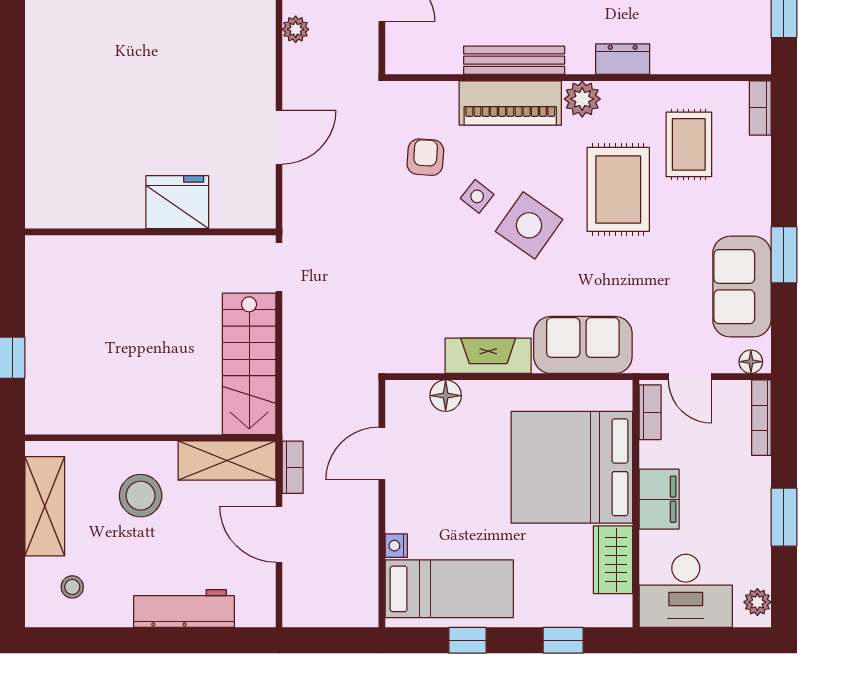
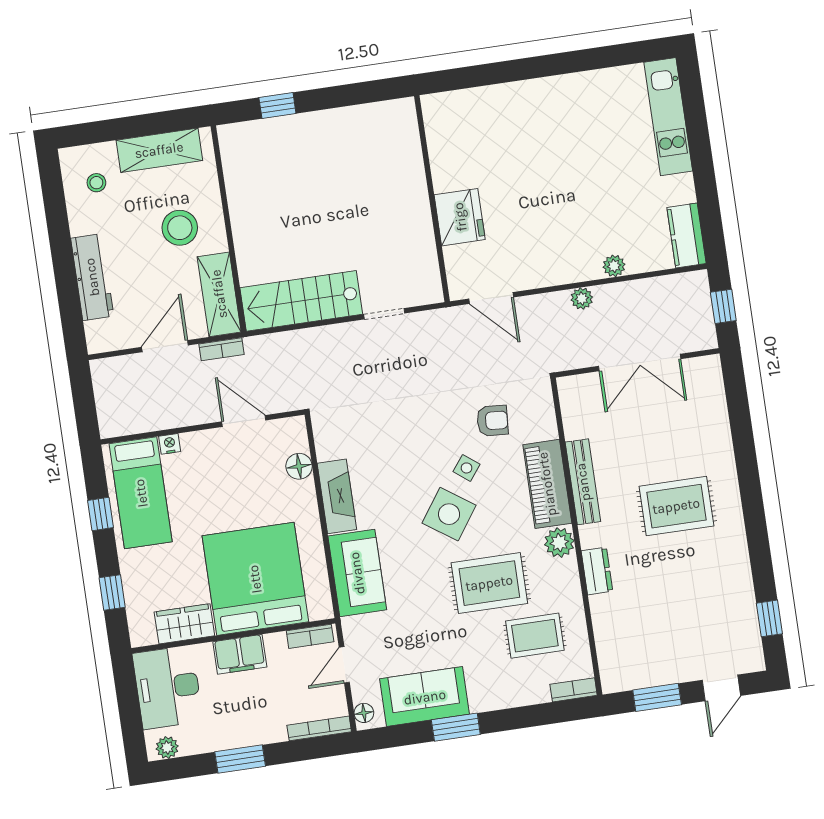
fridge: (177, 202) -> (460, 217), moved
wall: (150, 232) -> (432, 199), moved

